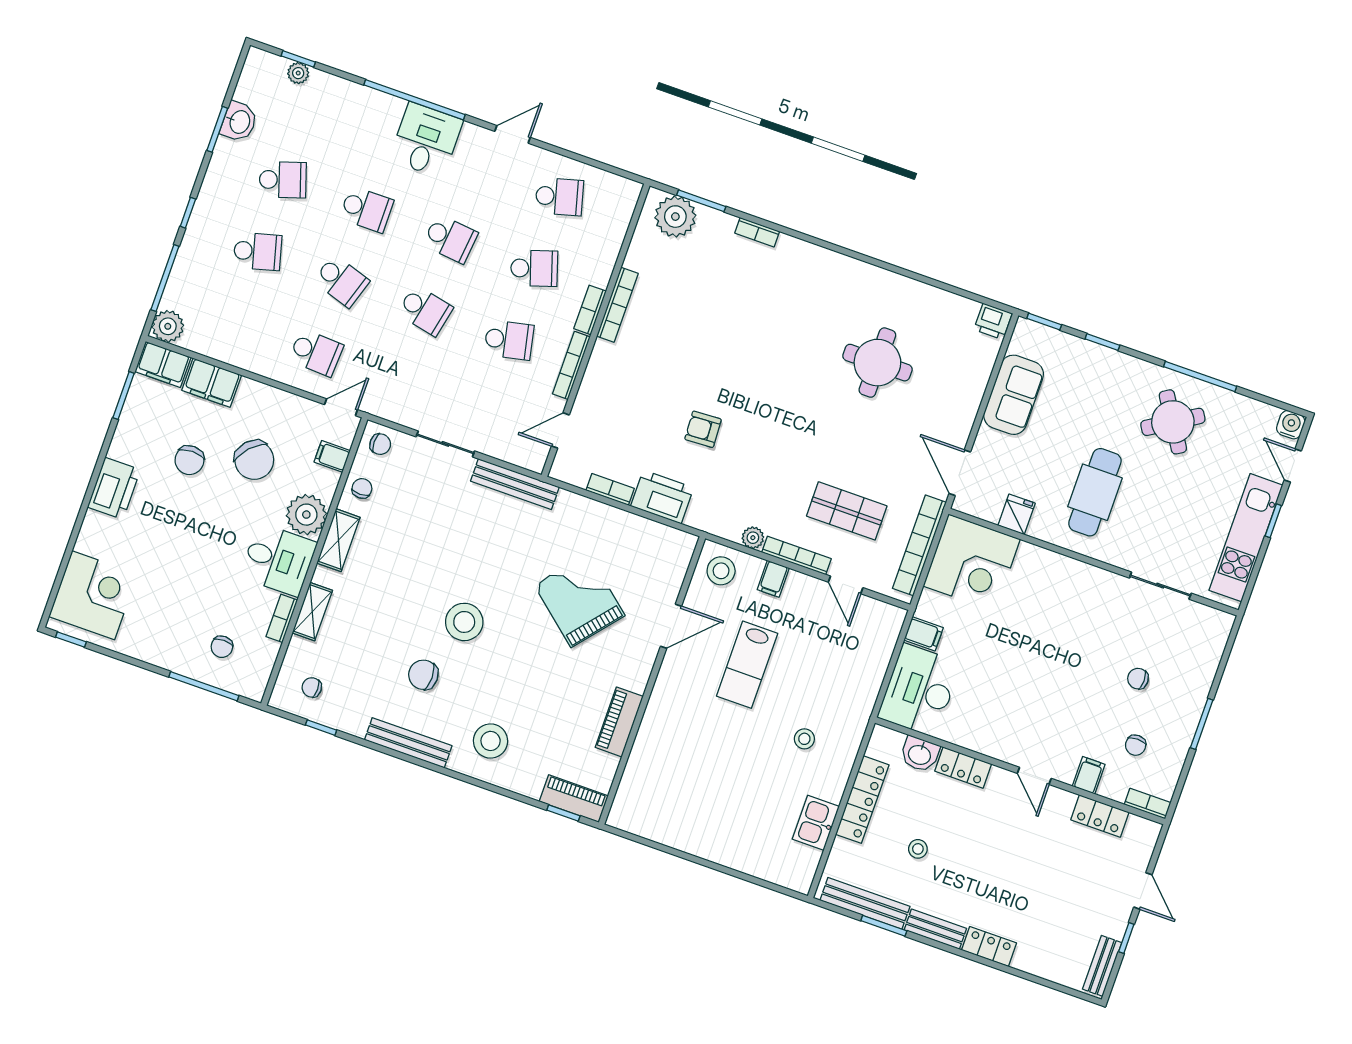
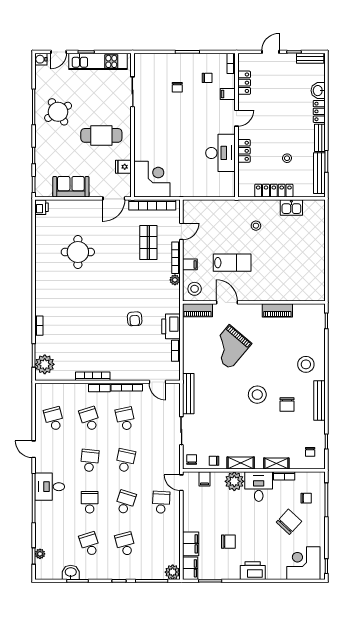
chair: (254, 460) -> (289, 522), moved
filing cabinet: (924, 634) -> (191, 189), removed
desk: (919, 690) -> (220, 153), moved, turned -90
washbasin: (920, 754) -> (318, 91), moved, turned 180
piano: (574, 799) -> (198, 310), moved, turned -90

